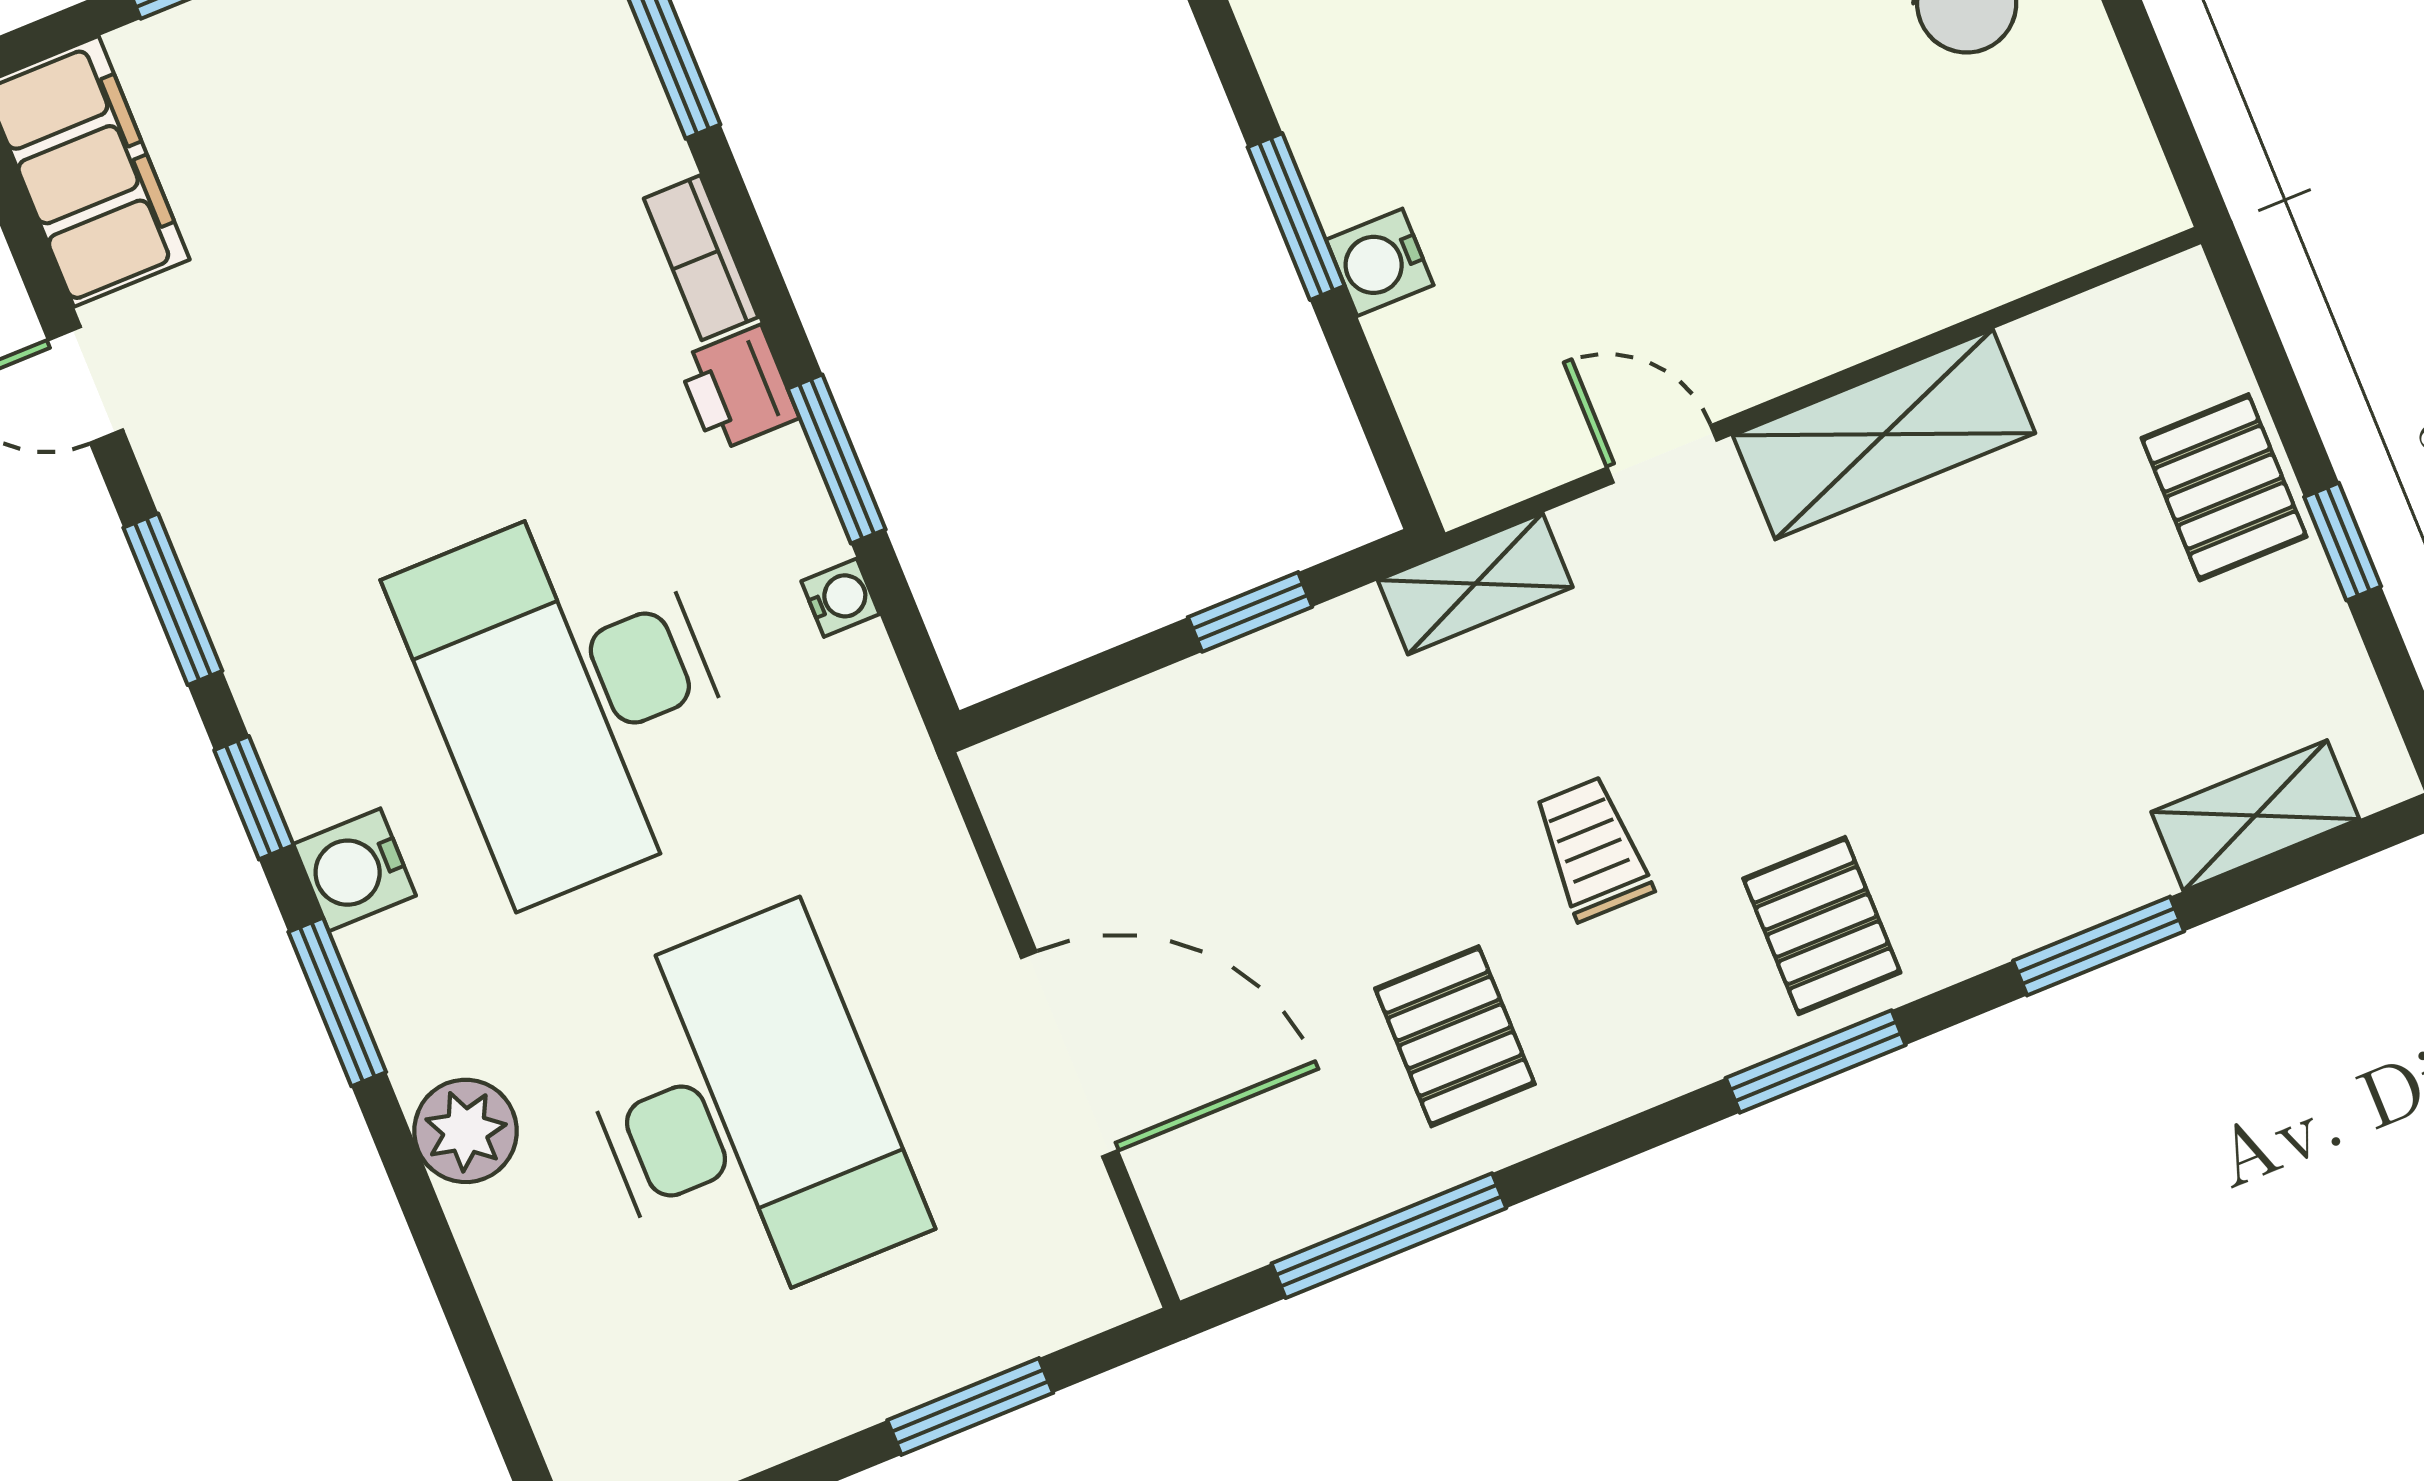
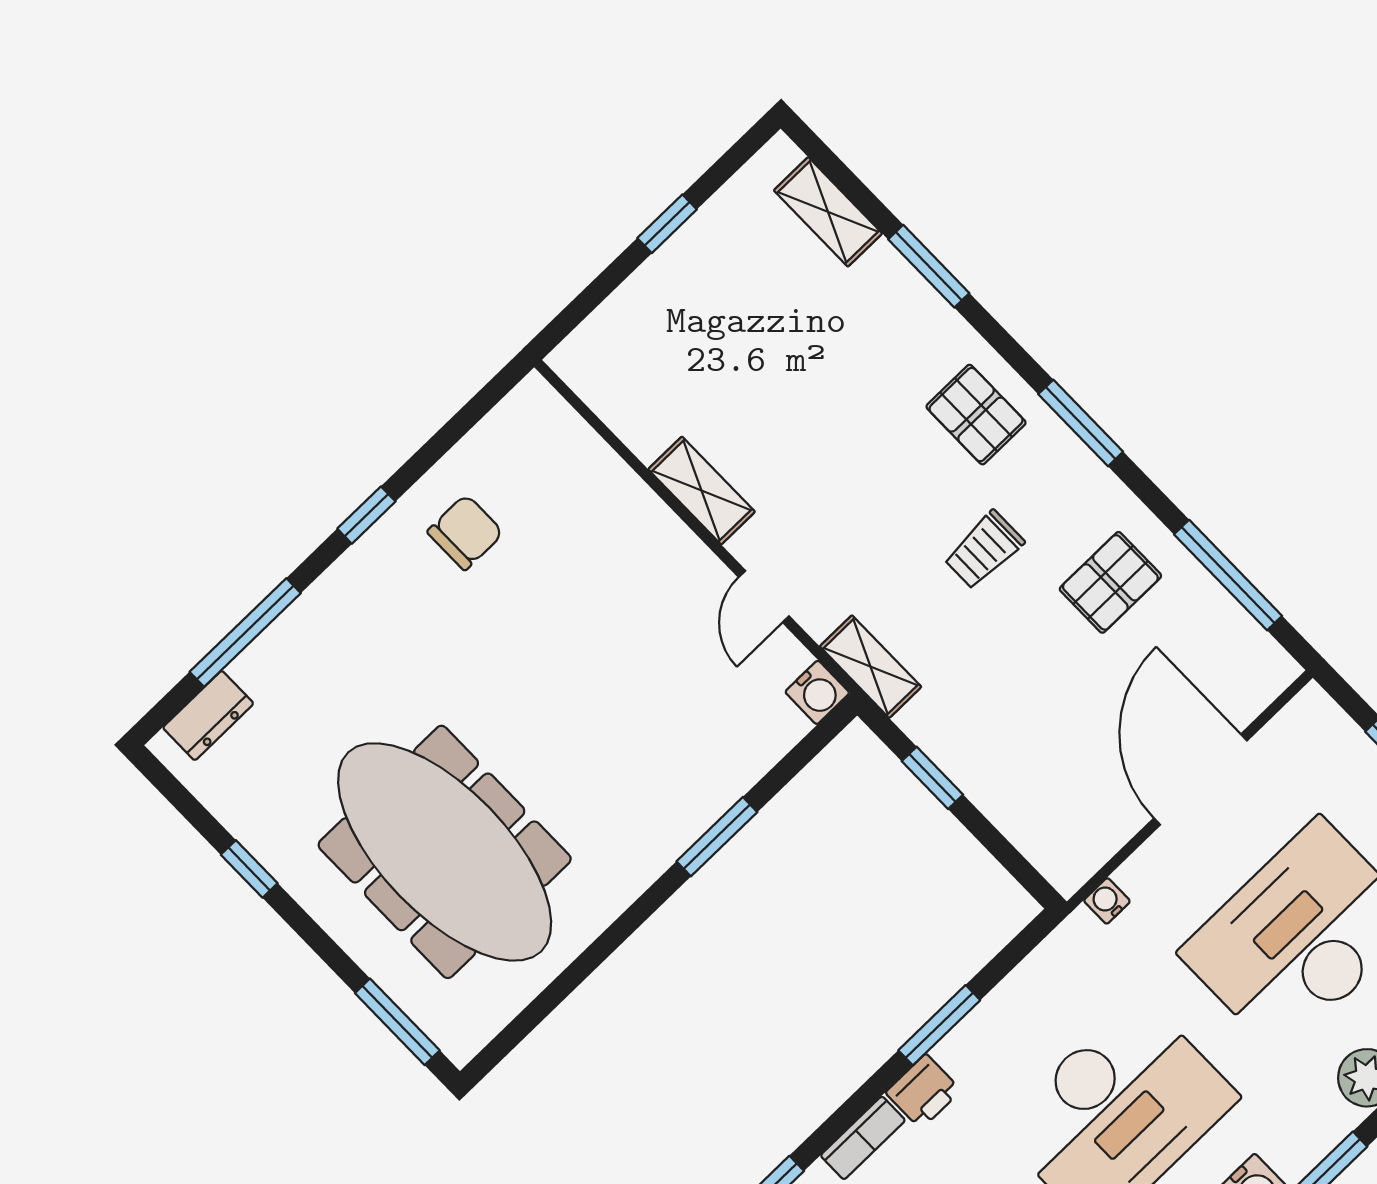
water cooler: (1380, 262) -> (817, 692), moved
shelving: (1884, 434) -> (702, 491), width x0.67, depth x0.75
pallet: (2224, 487) -> (664, 297), removed
water cooler: (840, 598) -> (1107, 901), moved
pallet: (1822, 926) -> (976, 415), turned 90
window: (1816, 1061) -> (1081, 423), moved

